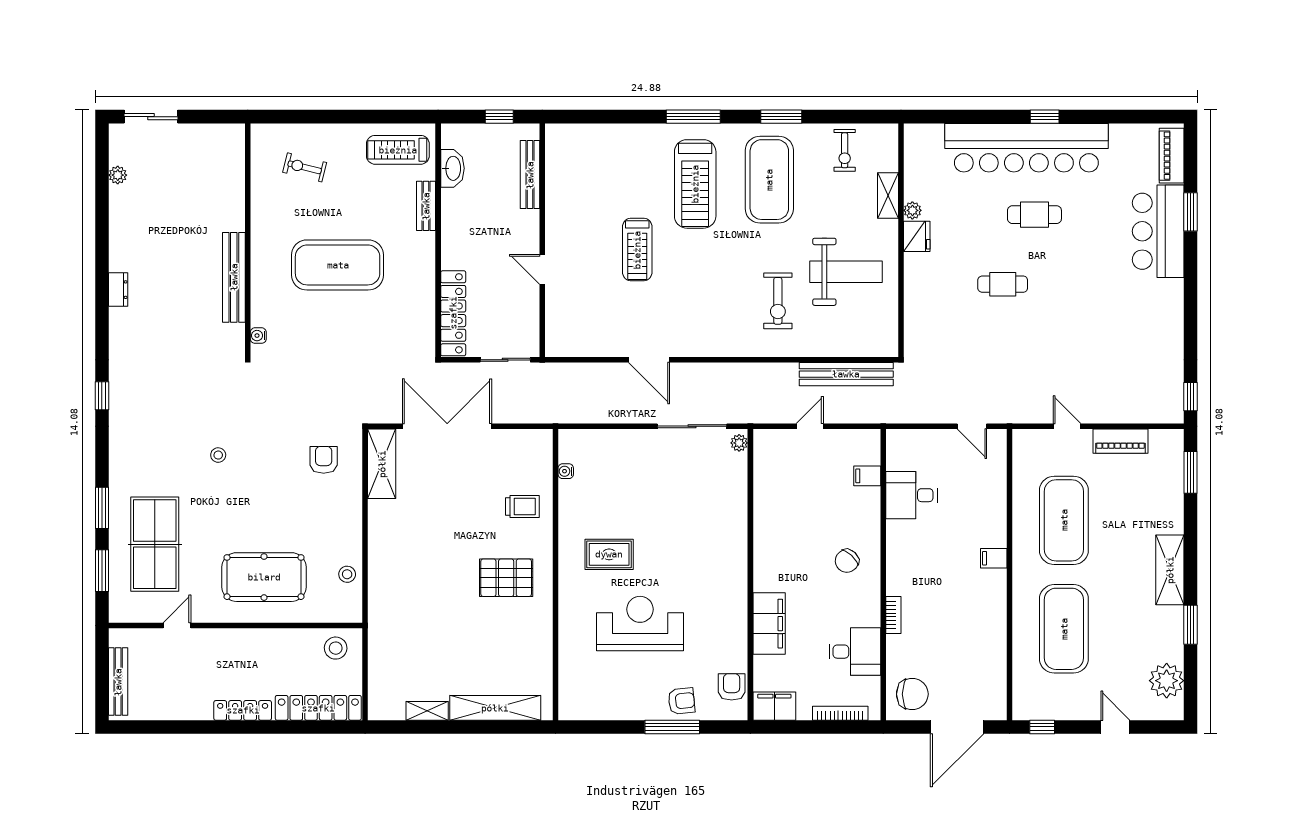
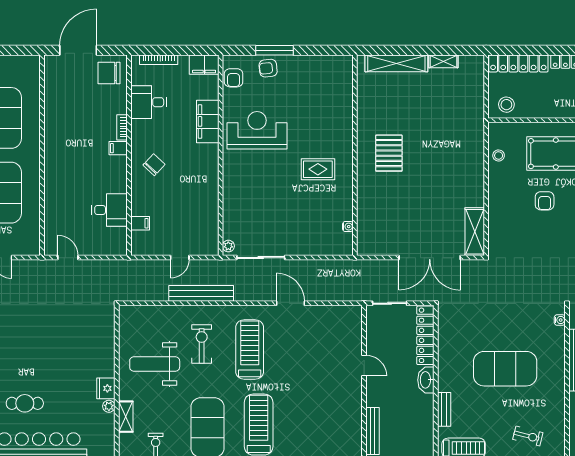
washbasin: (452, 168) -> (426, 380), moved
treadmill: (637, 250) -> (250, 349), moved, width x1.37, depth x1.38
cafe table: (1003, 284) -> (47, 355), removed
bench: (846, 374) -> (201, 293), moved
armchair: (324, 460) -> (545, 201), moved
trolley: (522, 506) -> (378, 202), removed
filing cabinet: (994, 558) -> (118, 148), moved, turned 180
pallet: (506, 578) -> (389, 153), turned 90
reception desk: (640, 624) -> (257, 130), moved, turned 180
window: (1042, 727) -> (20, 50), removed

